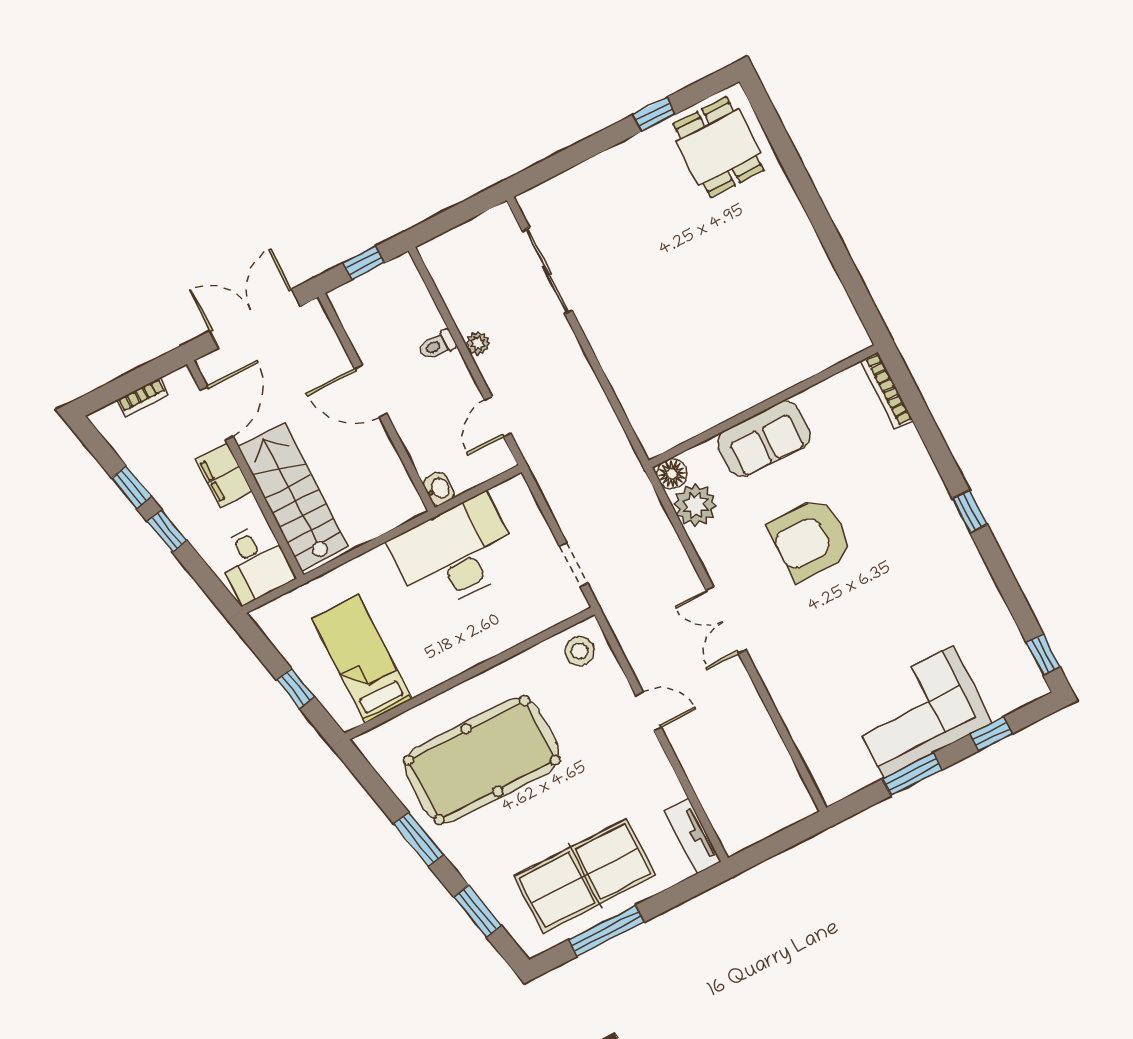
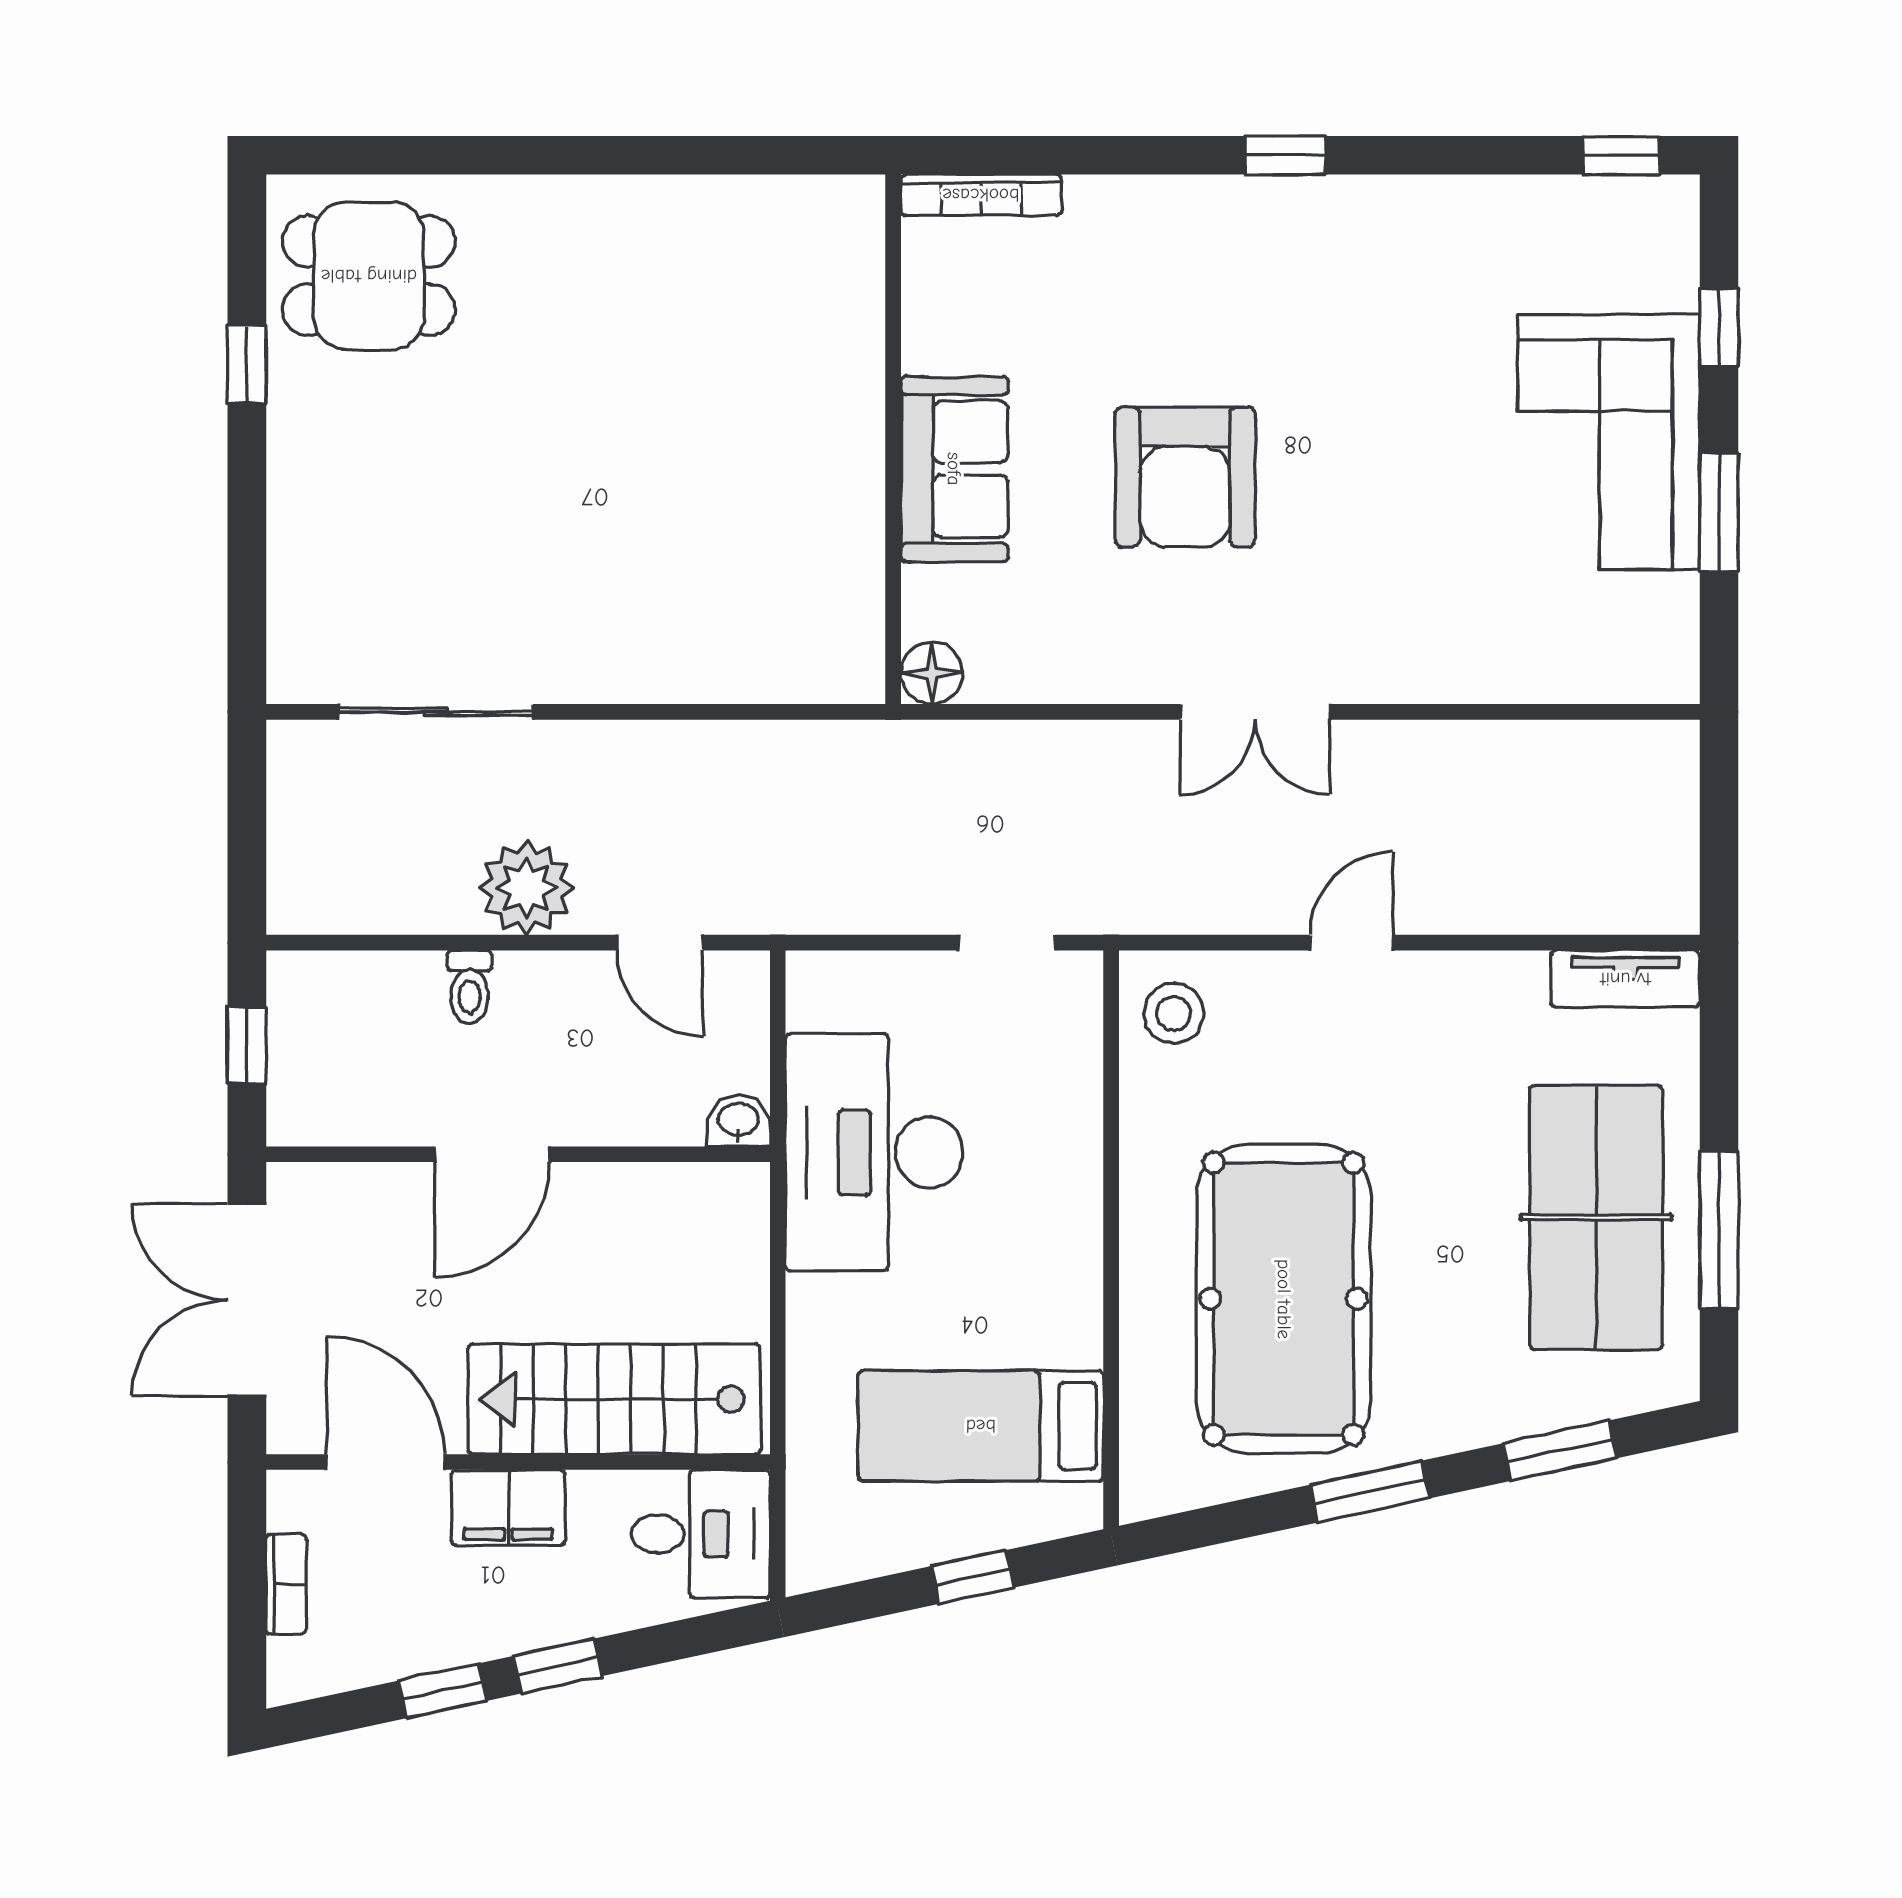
plant: (478, 343) -> (526, 888), width x1.88, depth x1.88
plant: (695, 505) -> (1013, 659), removed

